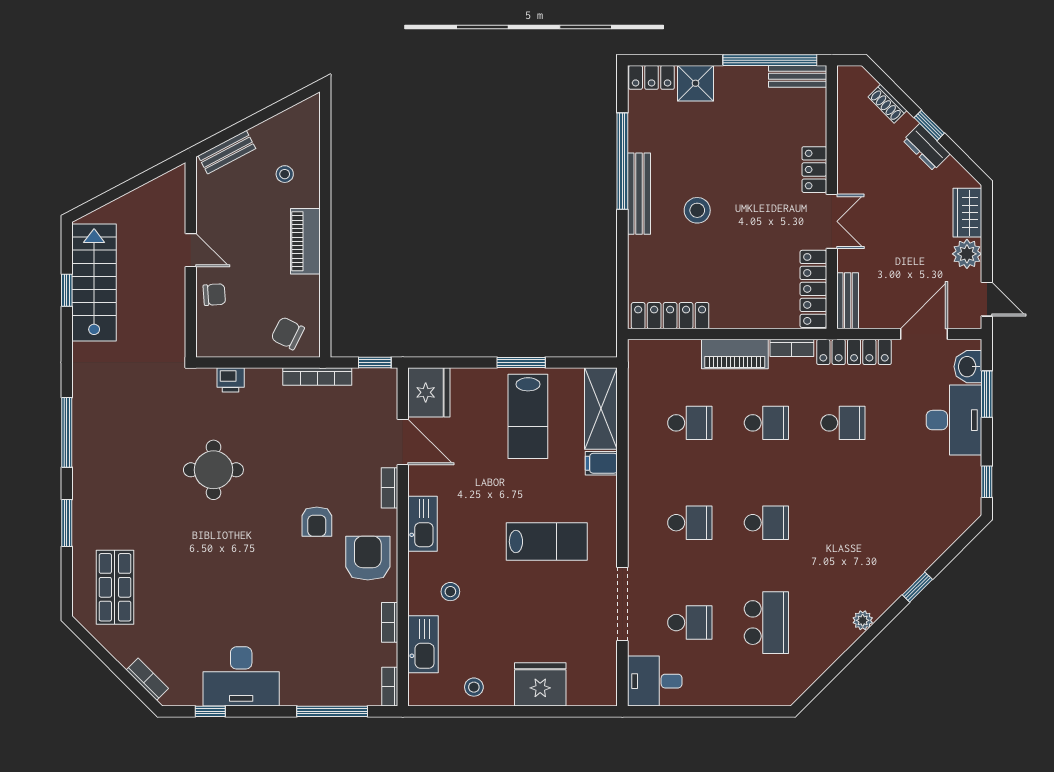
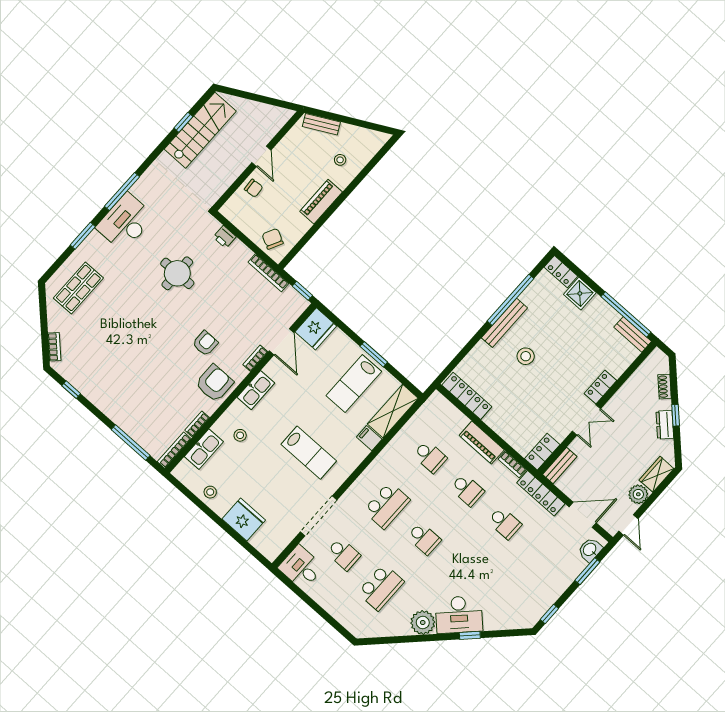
locker: (813, 289) -> (542, 452), width x0.66
desk: (954, 420) -> (459, 615), moved, turned 45
armchair: (317, 522) -> (205, 343), turned 180
school desk: (690, 523) -> (387, 505), width x1.85
plant: (863, 620) -> (423, 623), width x1.87, depth x1.87
desk: (241, 676) -> (125, 222), moved, turned 90
bookcase: (390, 687) -> (174, 450), width x1.56

